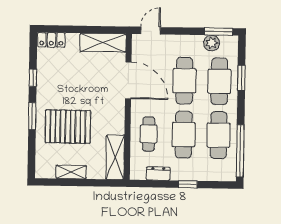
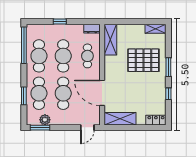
shelving: (71, 172) -> (155, 29), moved
dresser: (158, 174) -> (92, 29), moved

